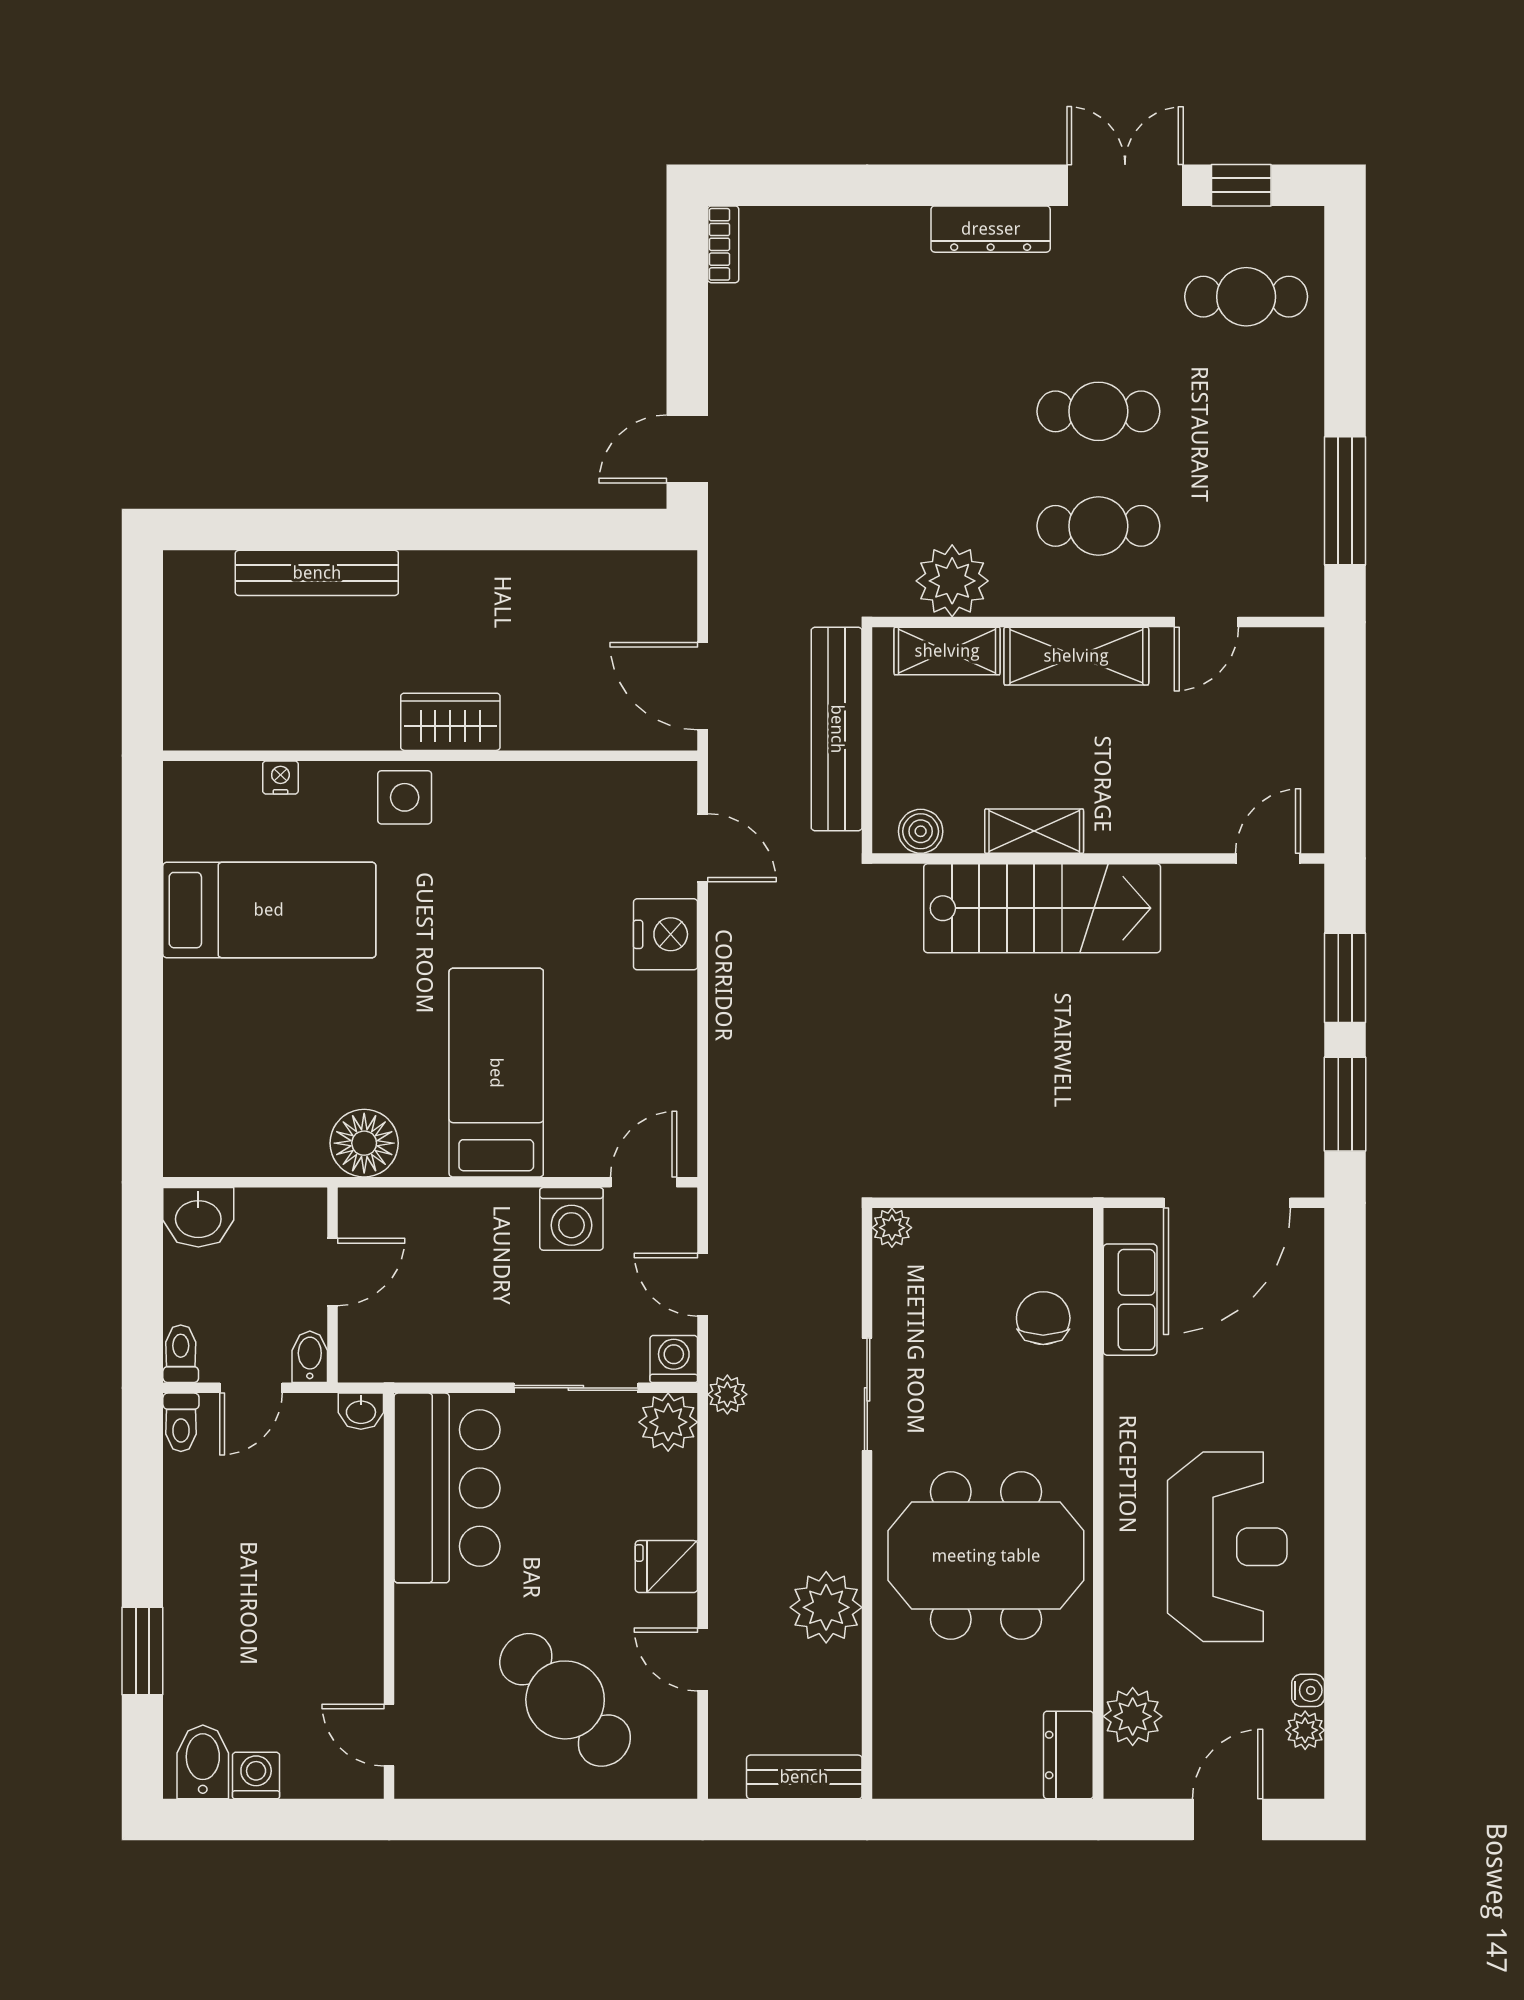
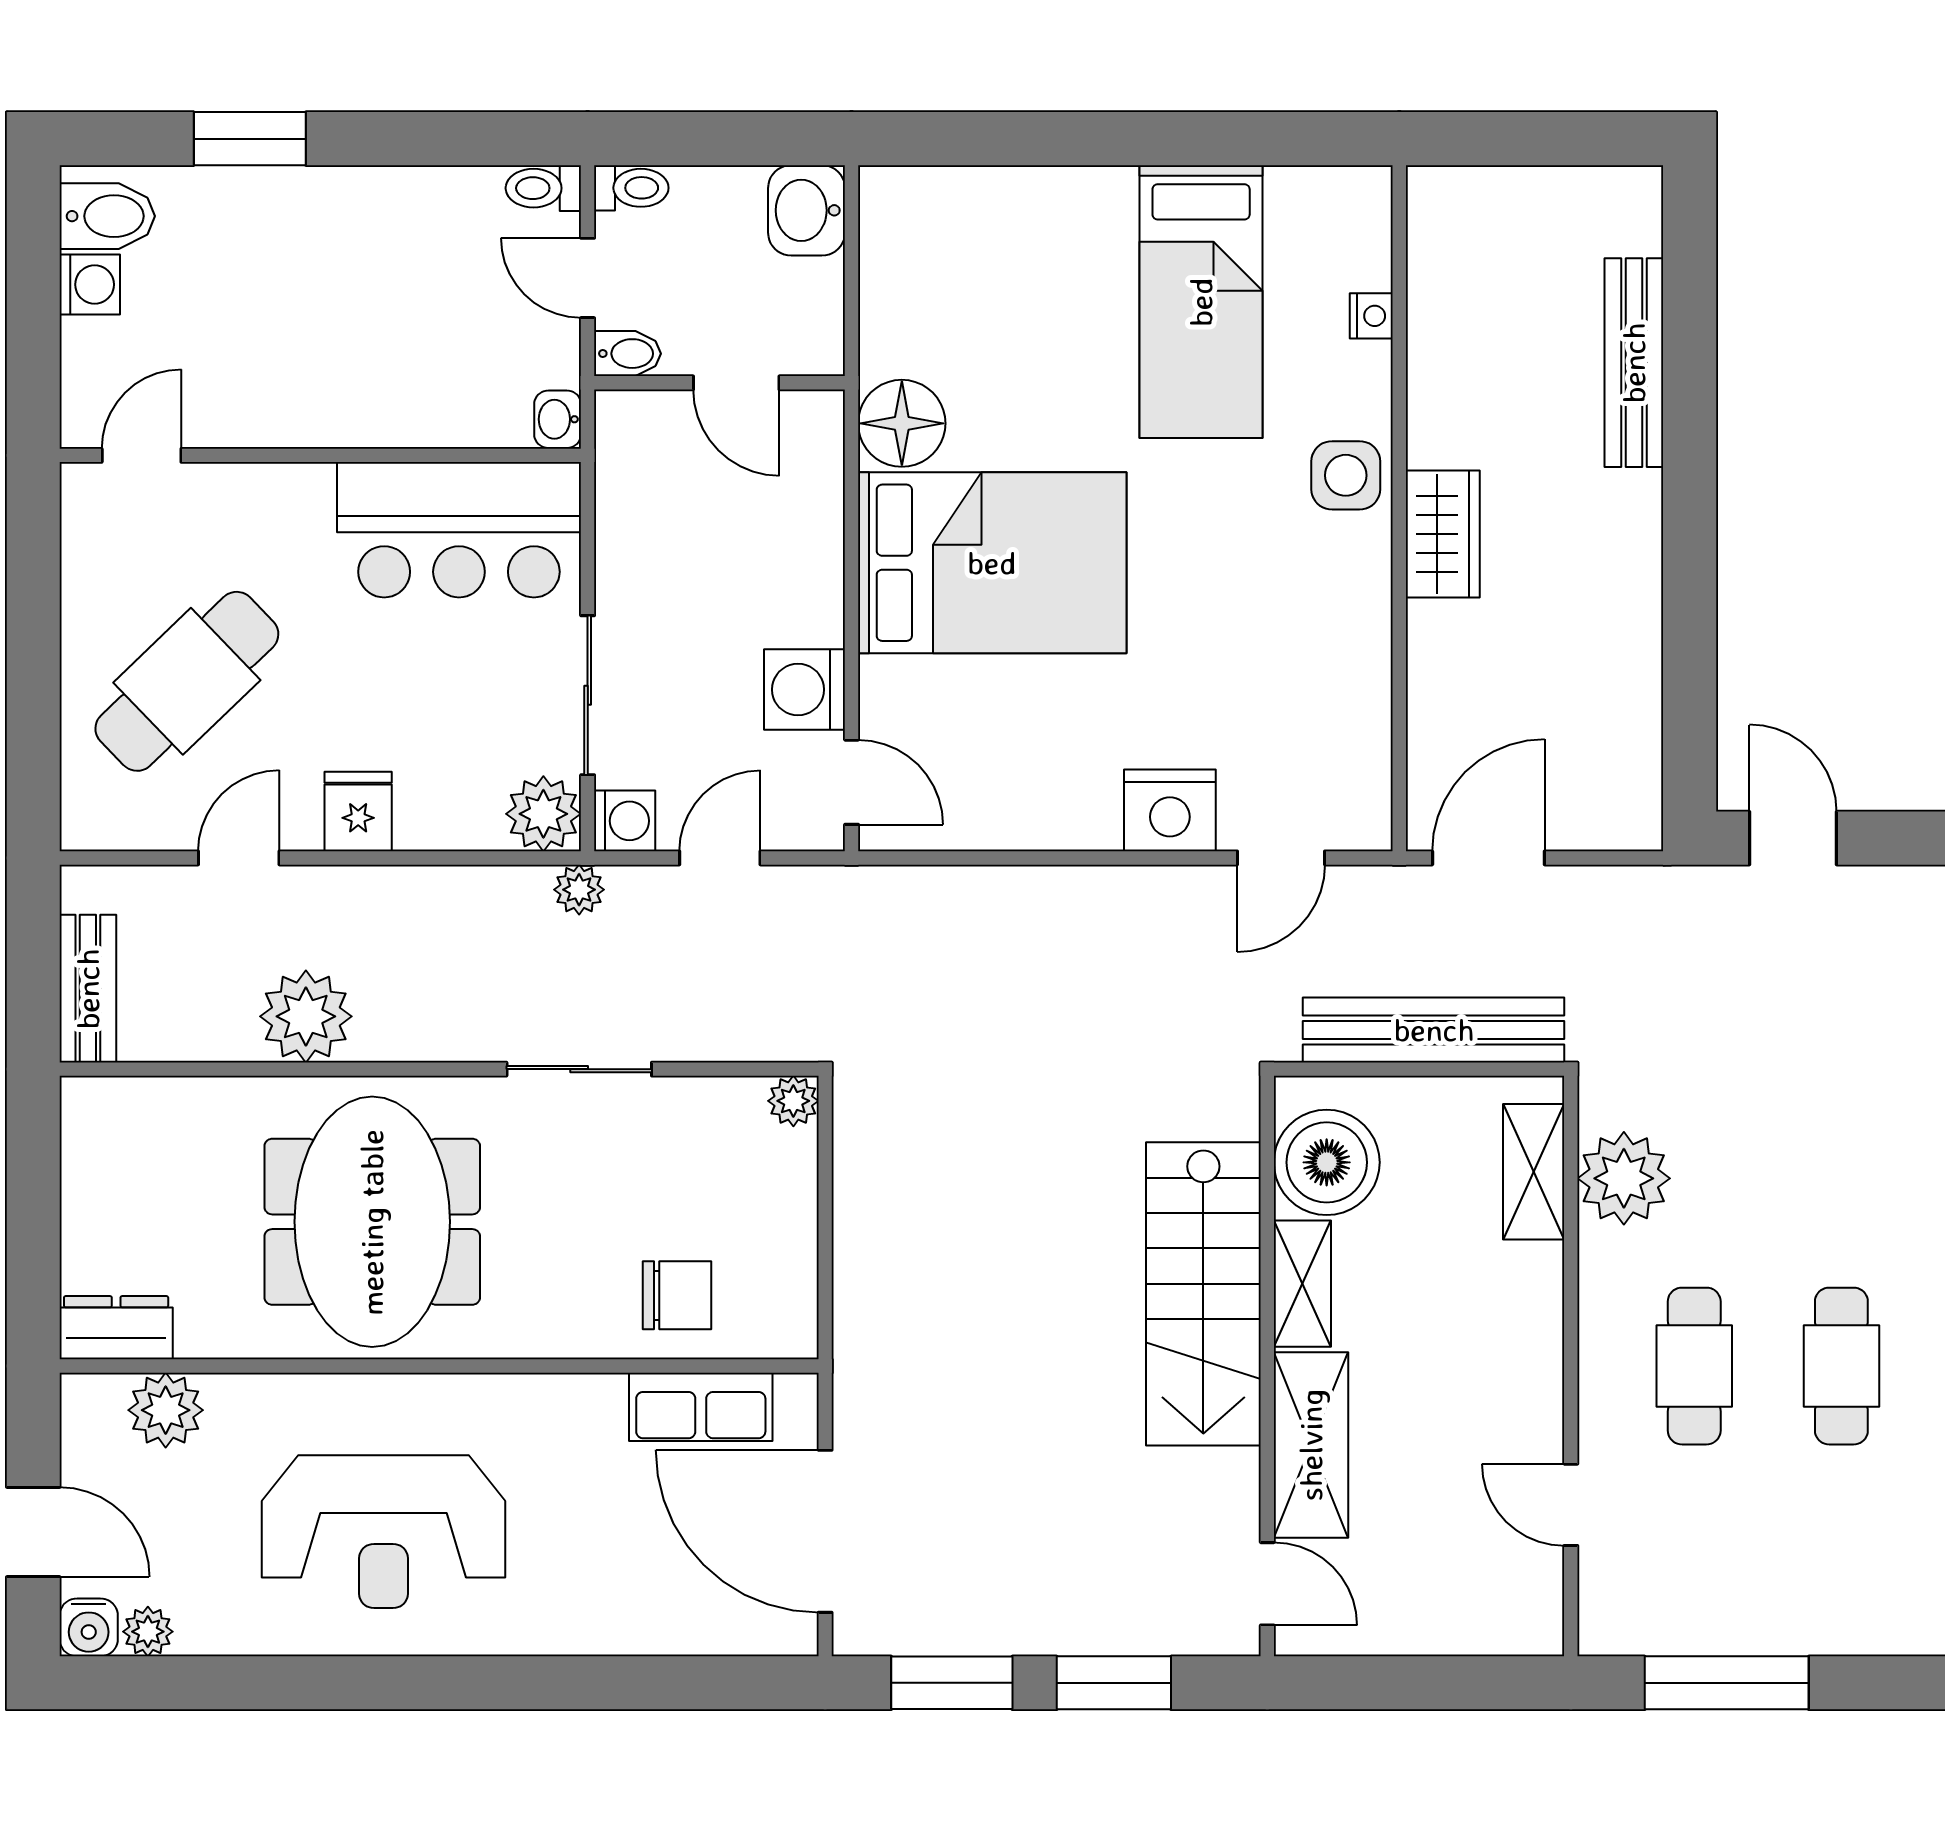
shelving: (1076, 656) -> (1311, 1445), moved
boiler: (921, 831) -> (1327, 1162), width x1.86, depth x1.86
bed: (496, 1073) -> (992, 563), width x1.50
water cooler: (1308, 1690) -> (89, 1627), moved, width x1.38, depth x1.38

